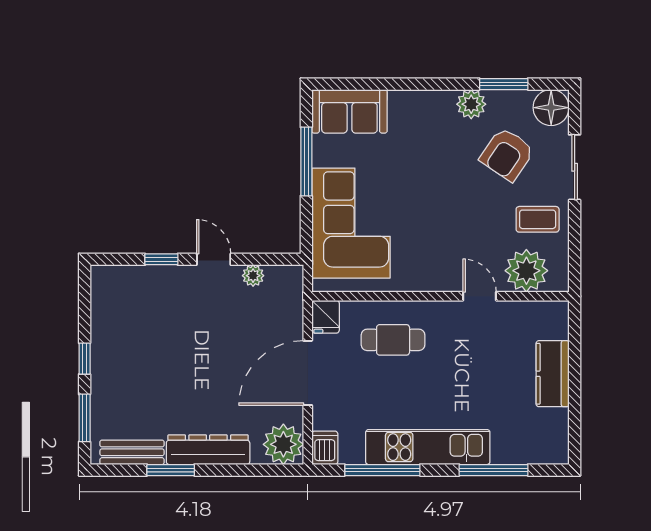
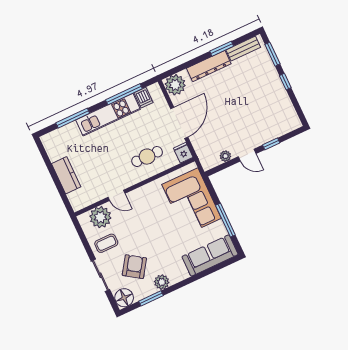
sofa: (349, 111) -> (210, 256), width x1.36
dishwasher: (325, 448) -> (143, 98), moved

